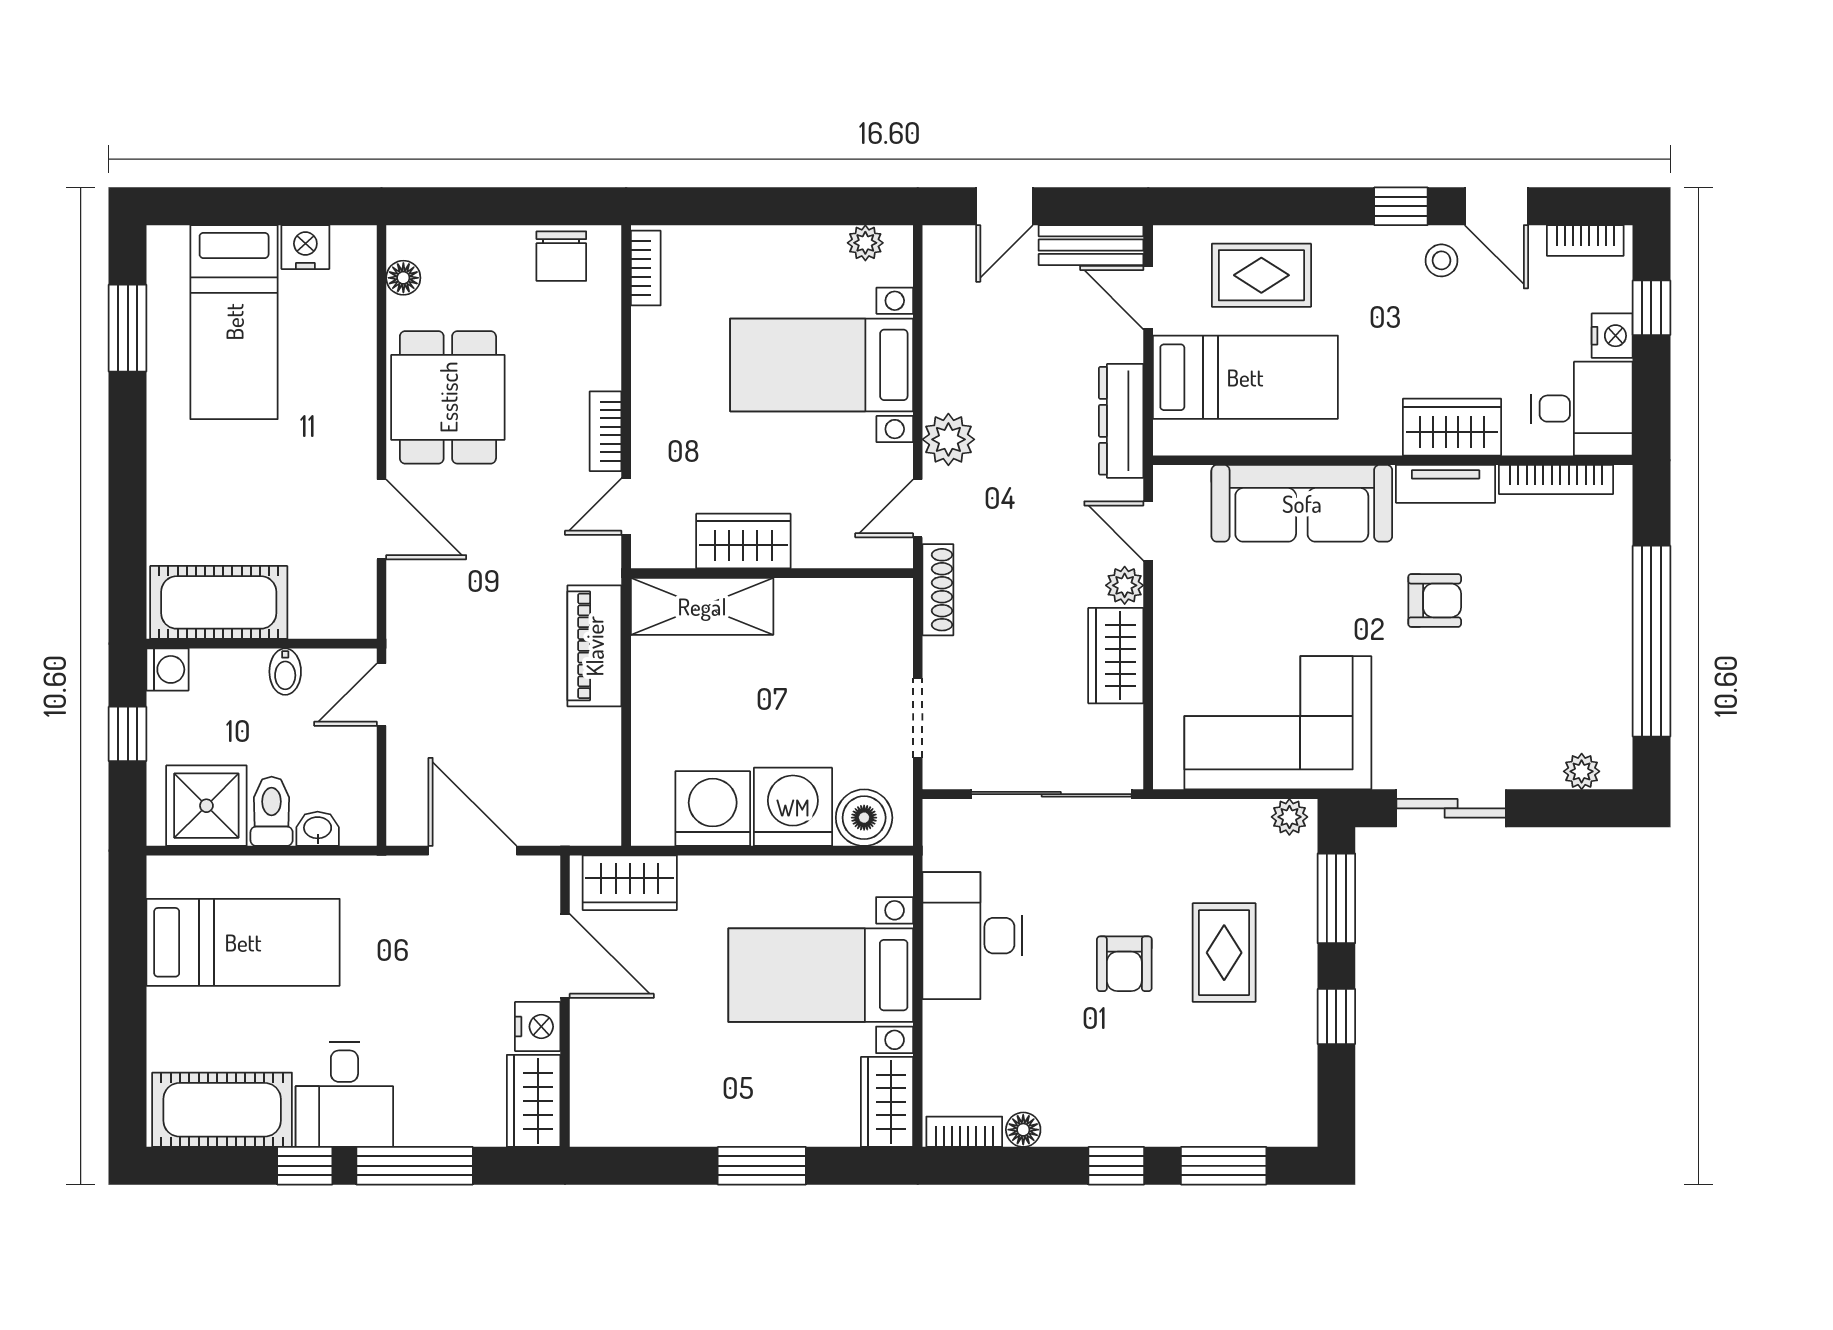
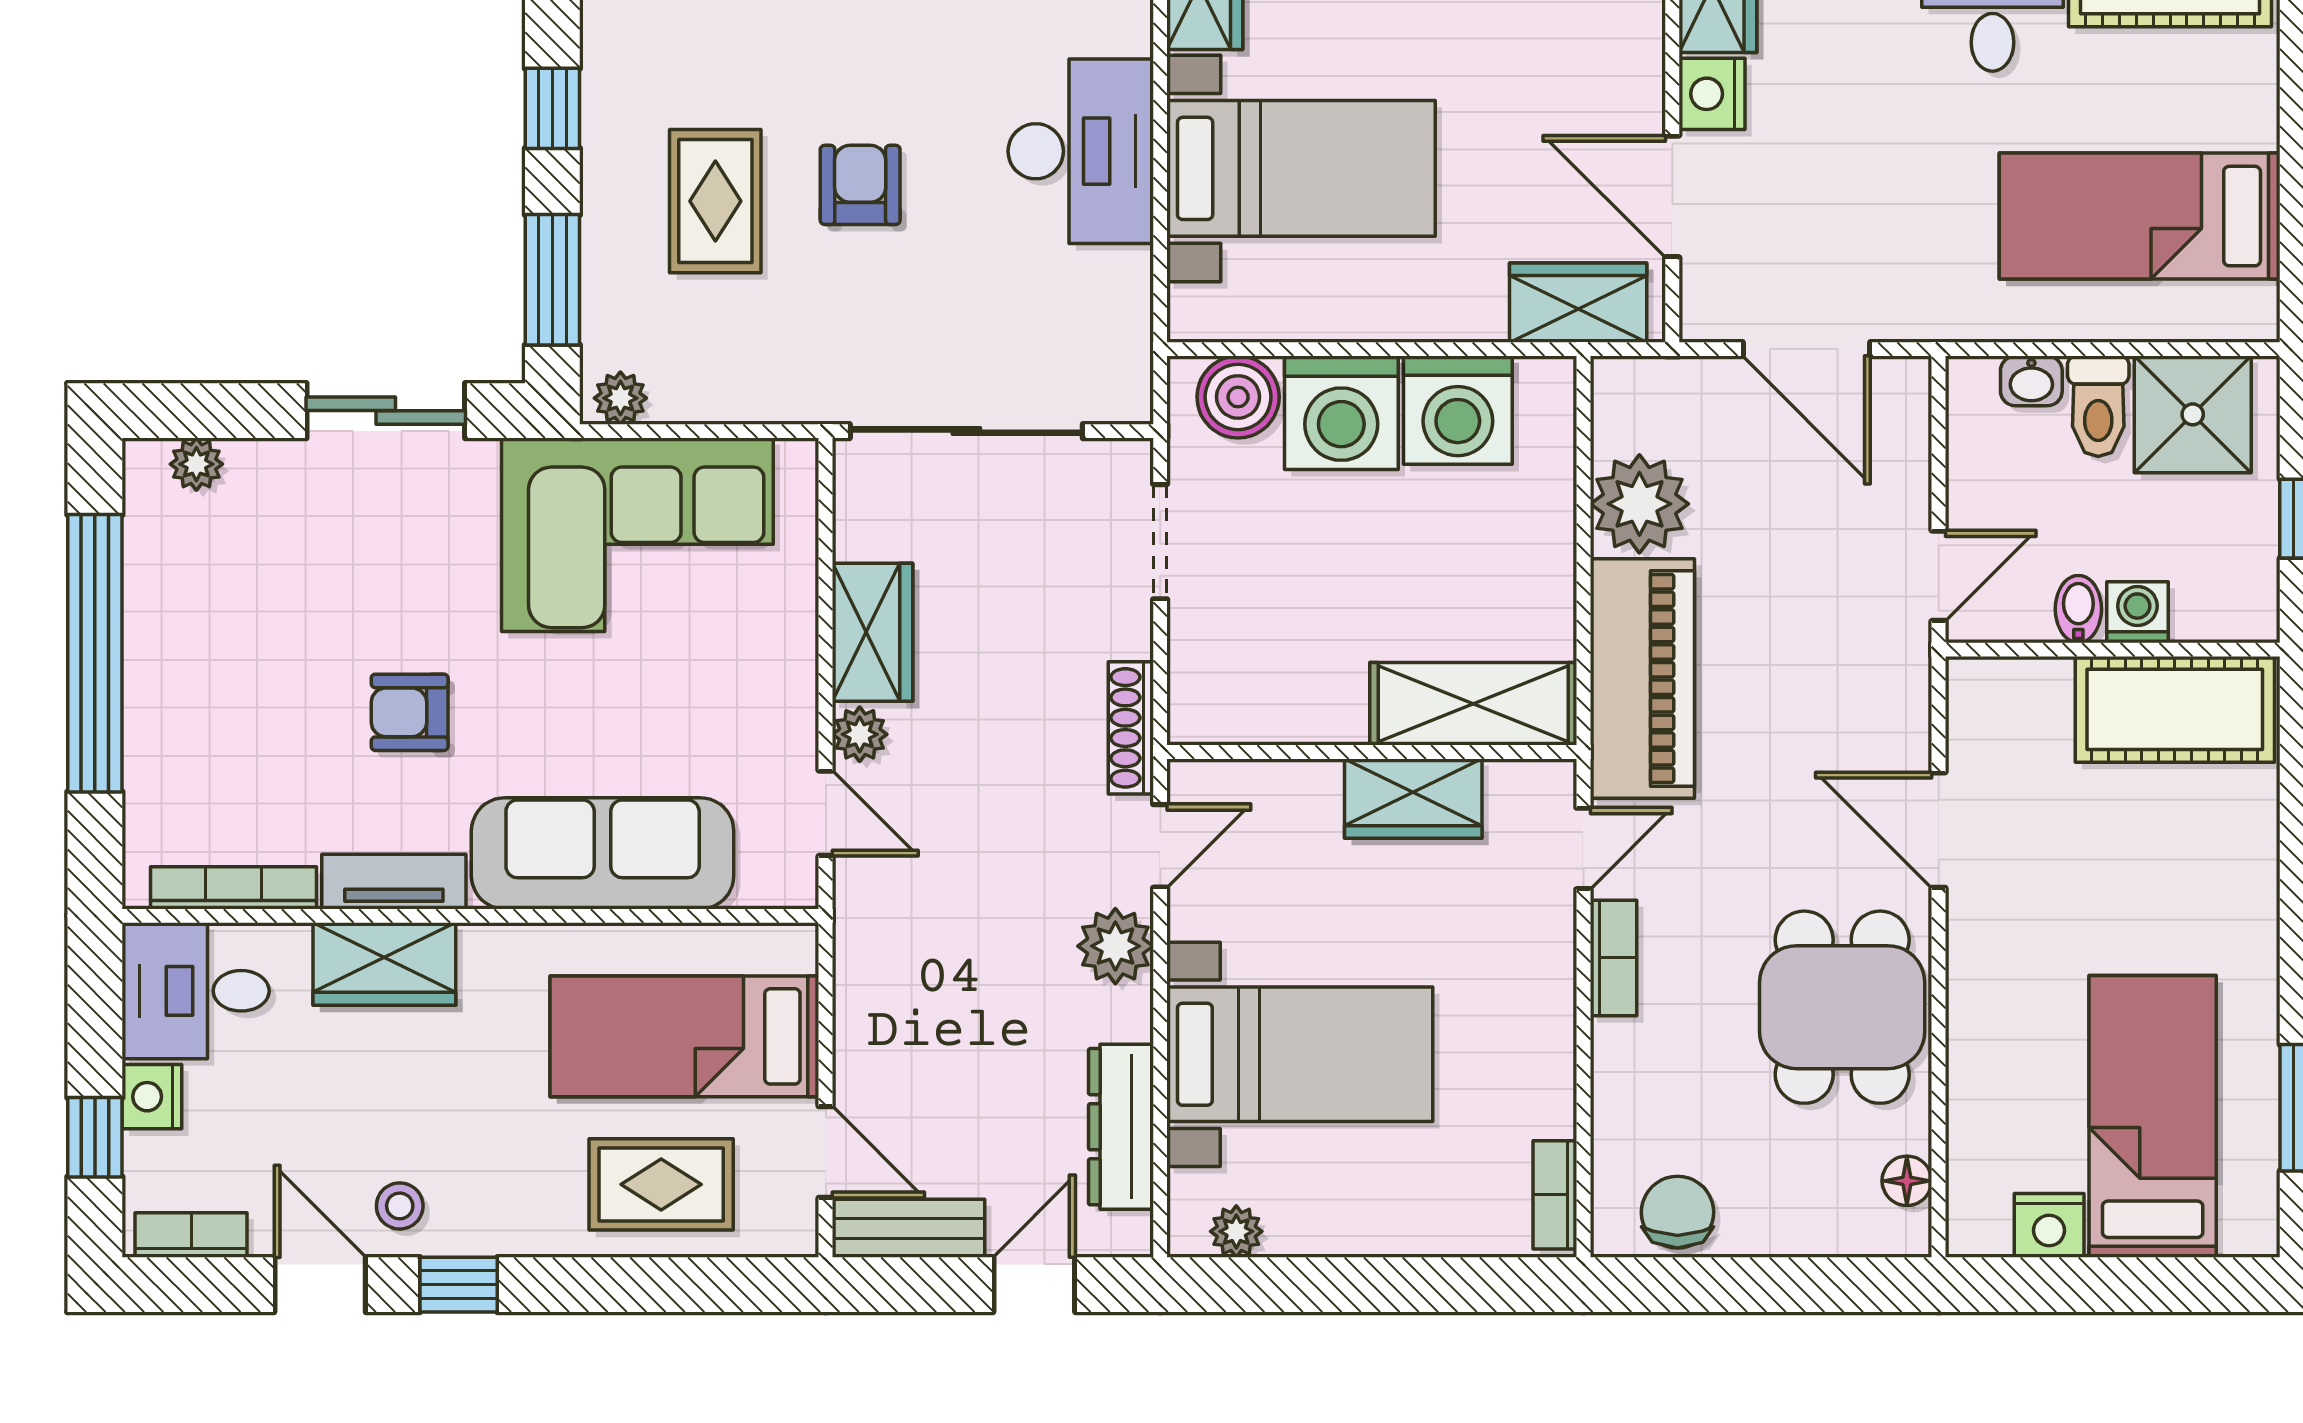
dresser: (1121, 421) -> (1121, 1127), moved, turned 180
piano: (594, 646) -> (1642, 678), width x1.37, depth x1.33
washing machine: (167, 669) -> (2137, 612), moved, turned 90
plant: (588, 744) -> (1639, 504), added
desk: (972, 936) -> (1081, 151), moved

